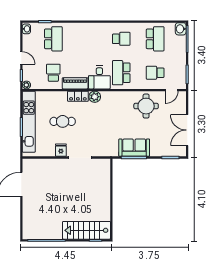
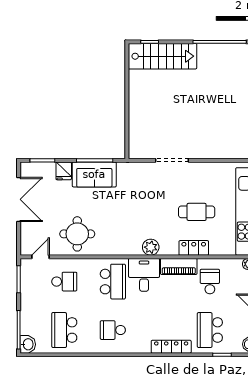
locker: (80, 27) -> (171, 347), added
school desk: (53, 73) -> (210, 282), turned 180
locker: (78, 96) -> (194, 248), moved
fridge: (61, 150) -> (64, 171), moved

